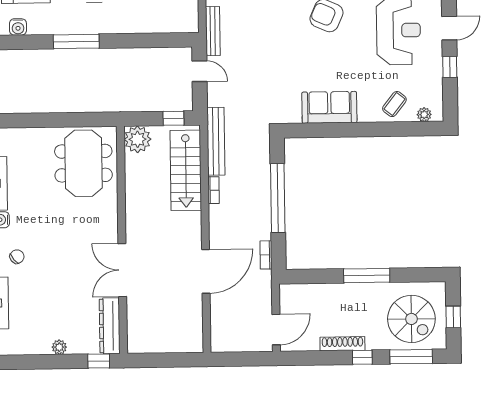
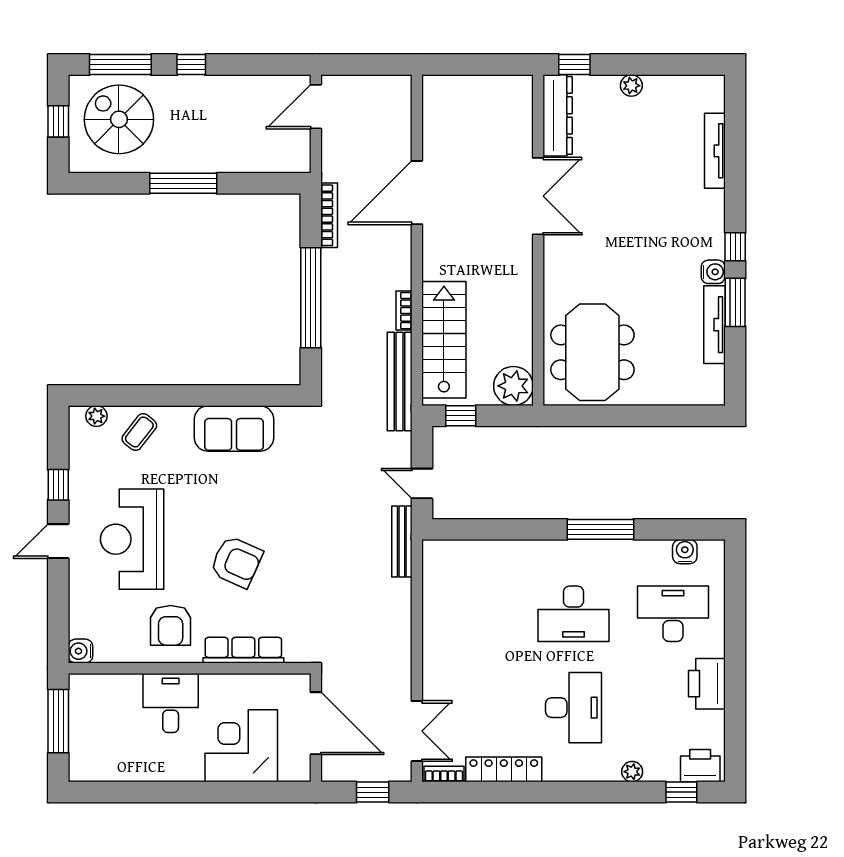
bookcase: (266, 255) -> (329, 215), width x1.56
chair: (17, 257) -> (691, 218), removed
shoe rack: (342, 344) -> (220, 85), removed

